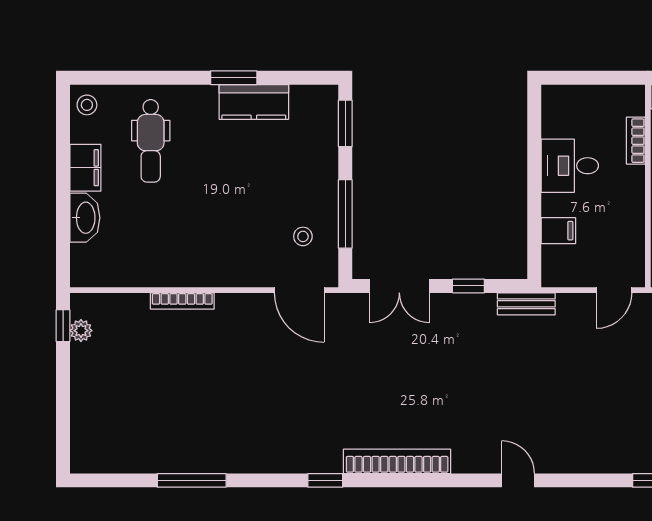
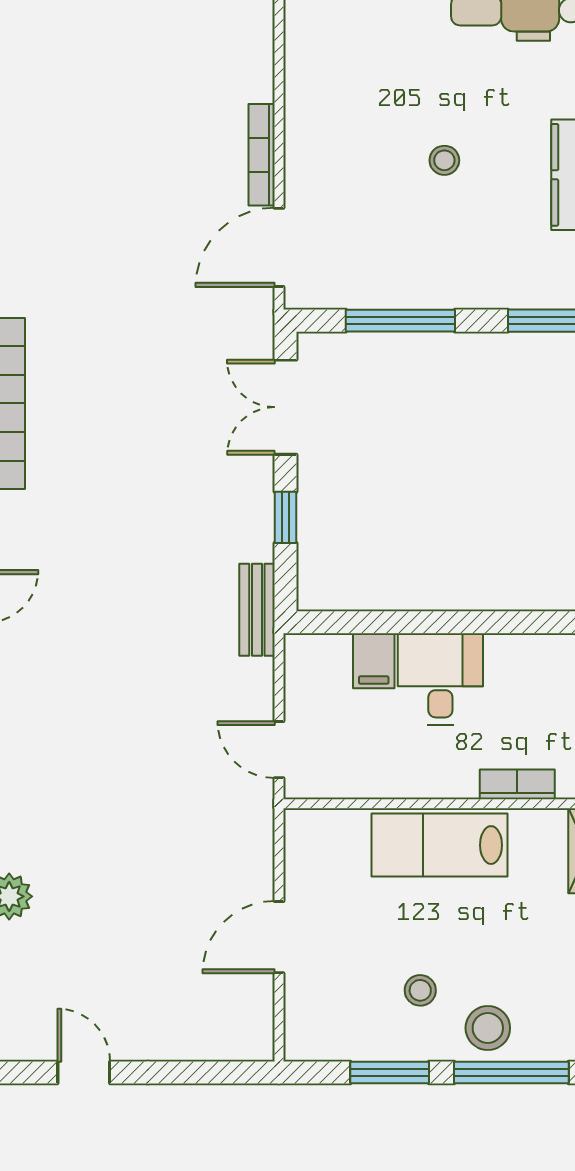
desk: (570, 166) -> (440, 679), moved
stool: (303, 236) -> (444, 160), moved
bookcase: (182, 301) -> (262, 155), moved

